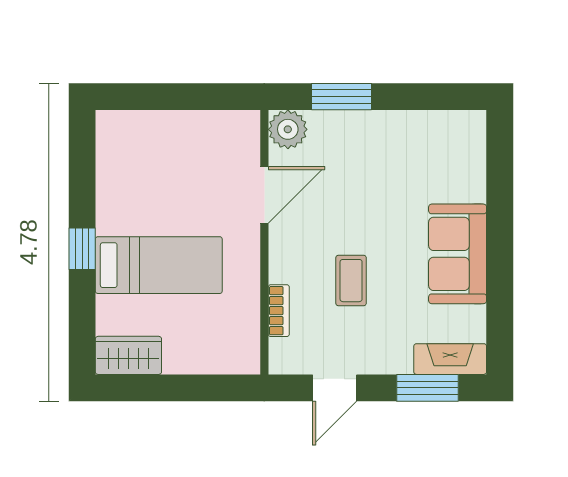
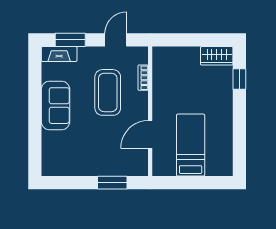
plant: (288, 129) -> (139, 167), removed
window: (82, 249) -> (239, 79), moved
bed: (159, 265) -> (191, 145), moved, turned 90
coffee table: (351, 281) -> (108, 92), width x1.86, depth x1.72

